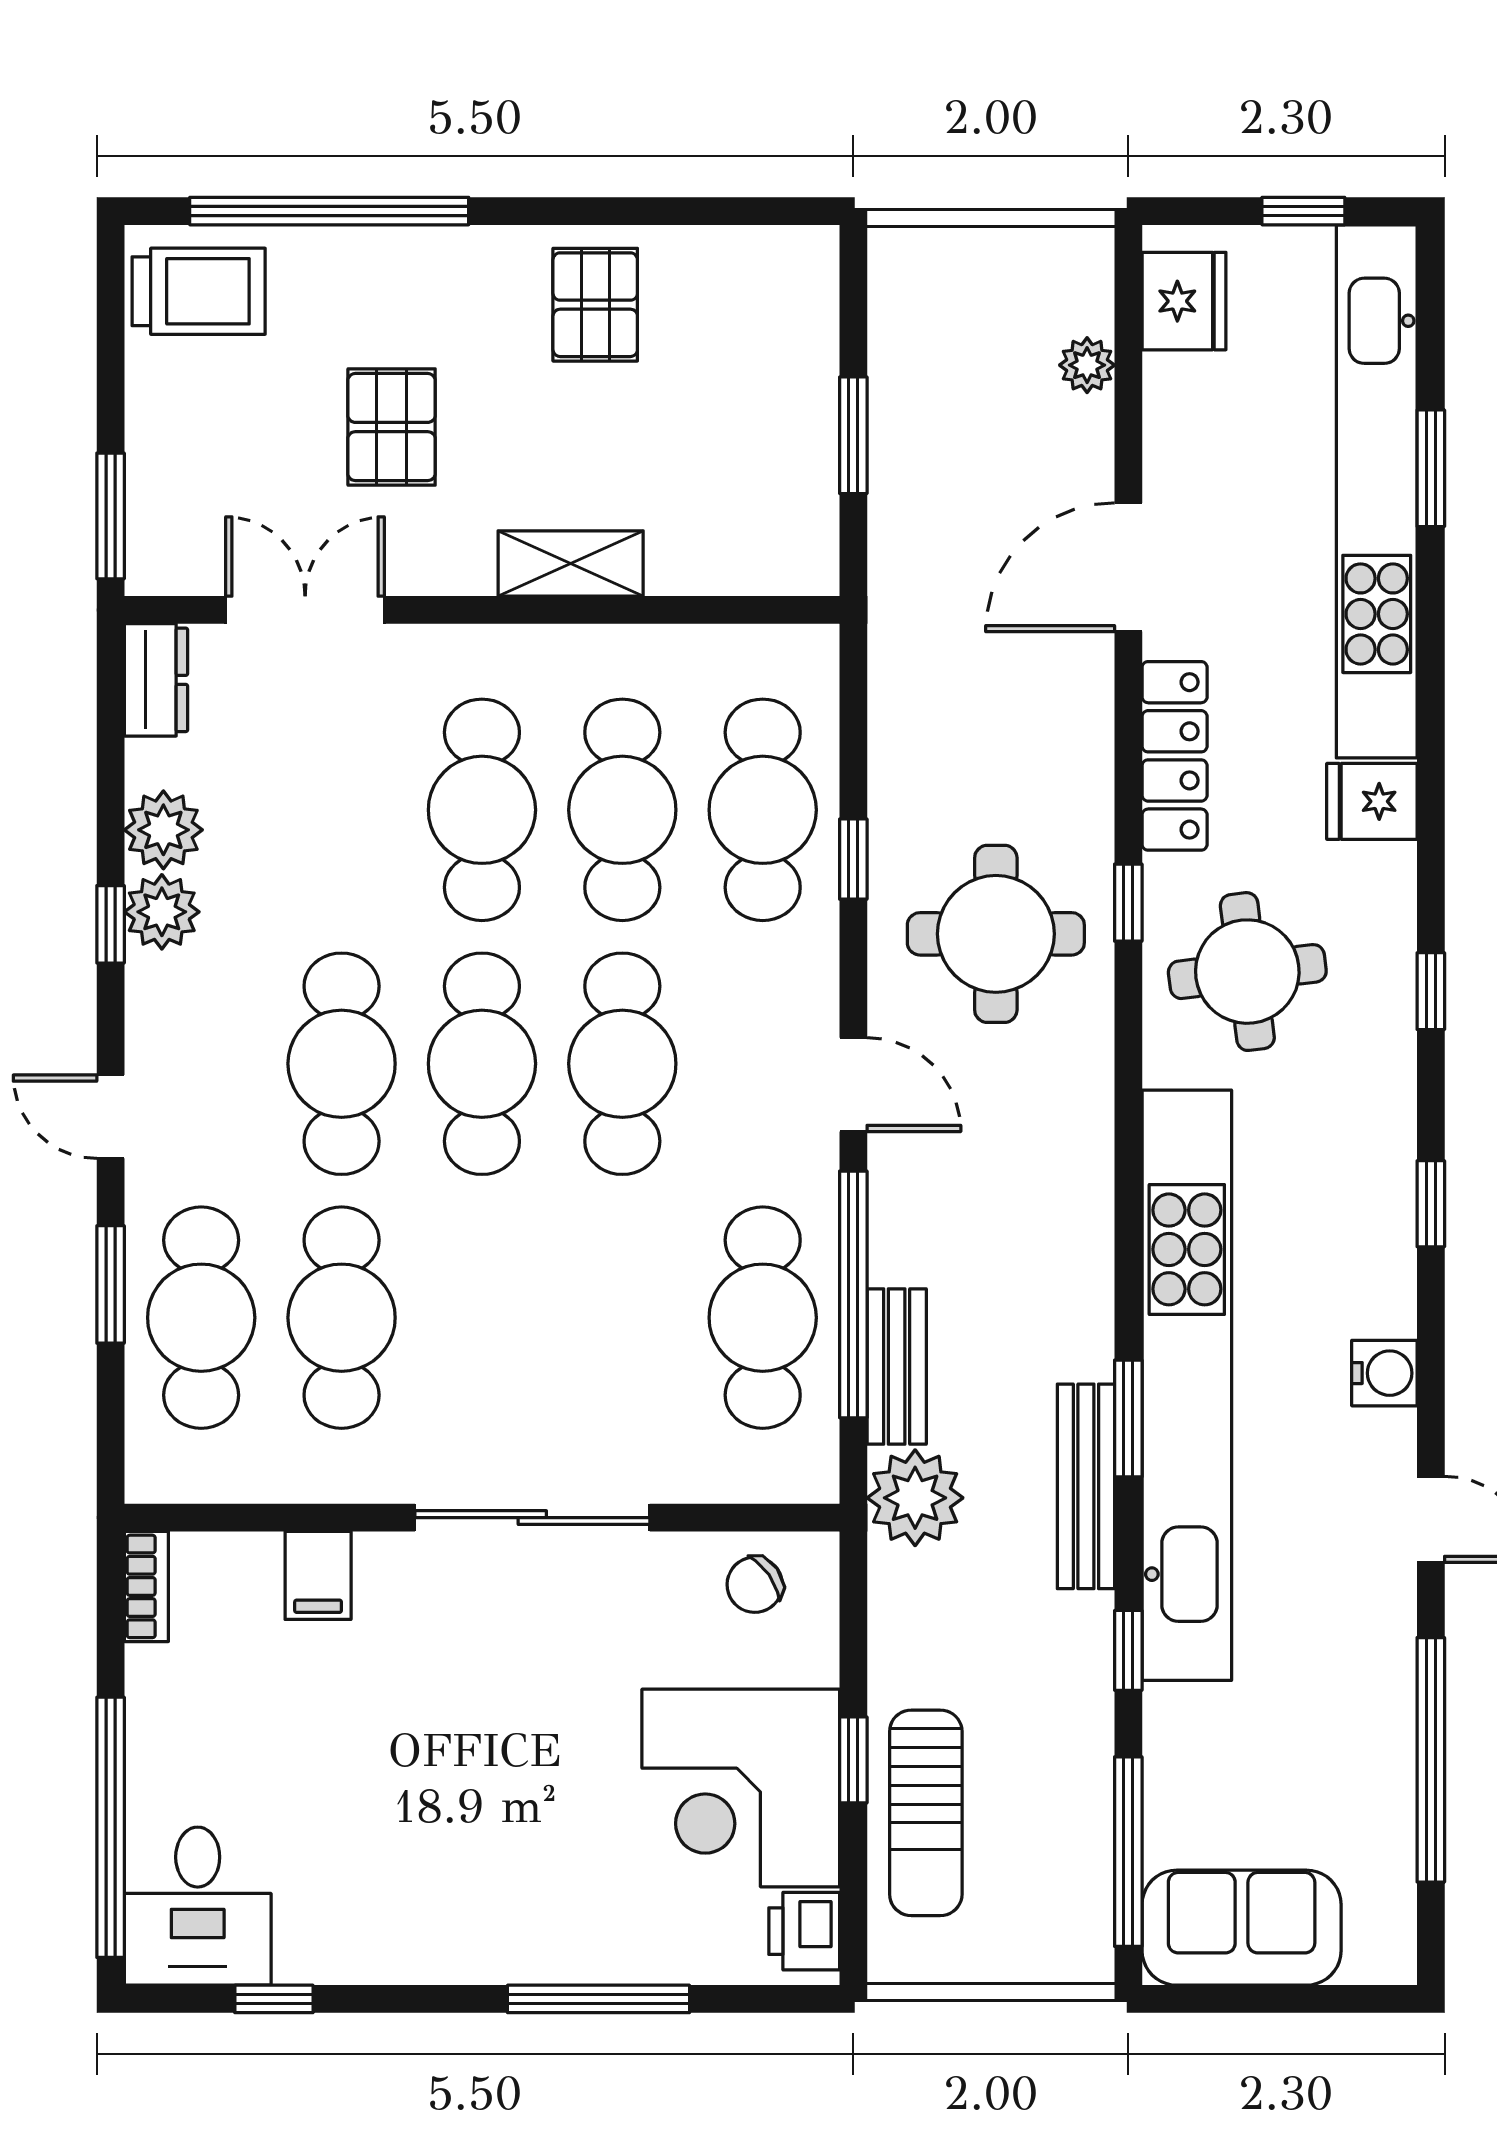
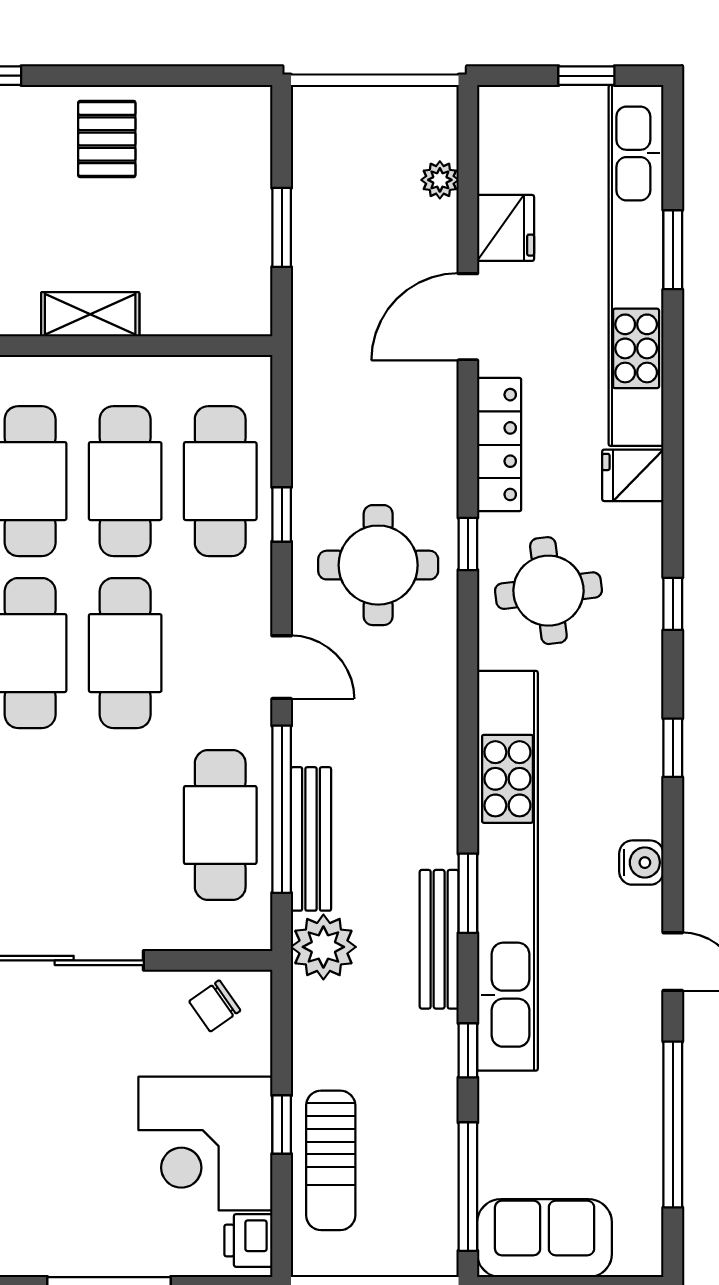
fridge: (1184, 301) -> (506, 228), moved
bench: (897, 1367) -> (311, 839), width x1.36

